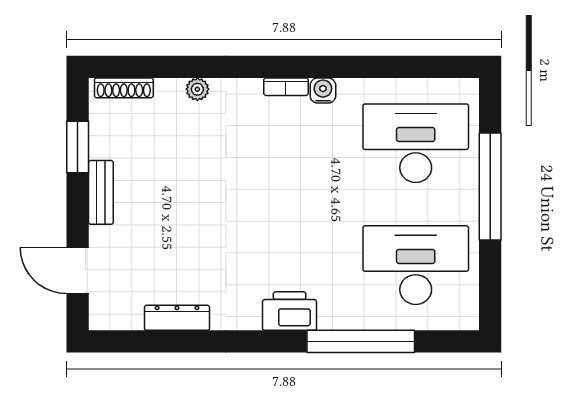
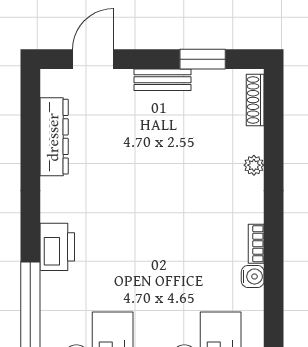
dresser: (177, 318) -> (54, 137), width x1.37, depth x1.24

